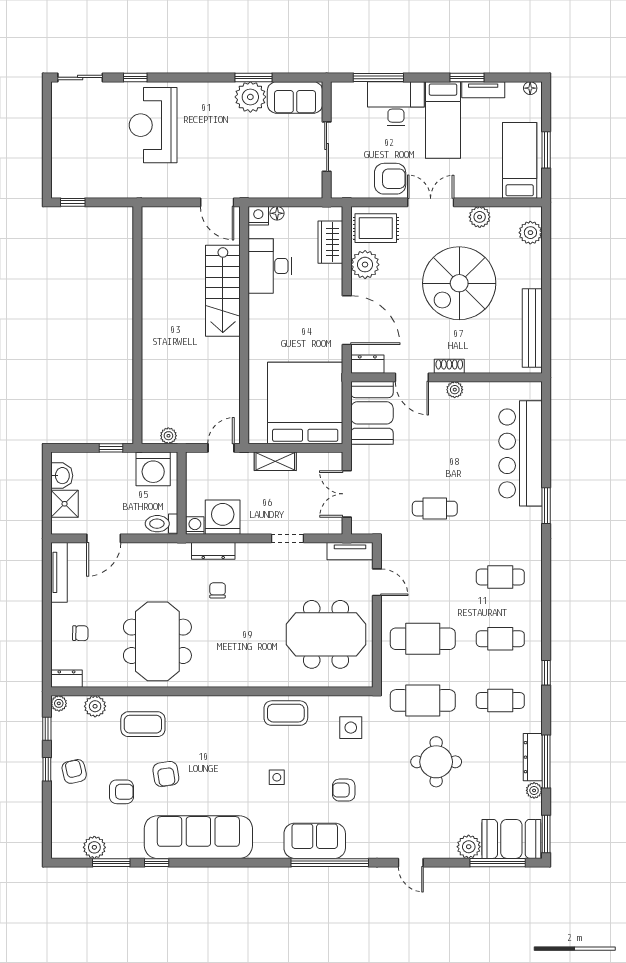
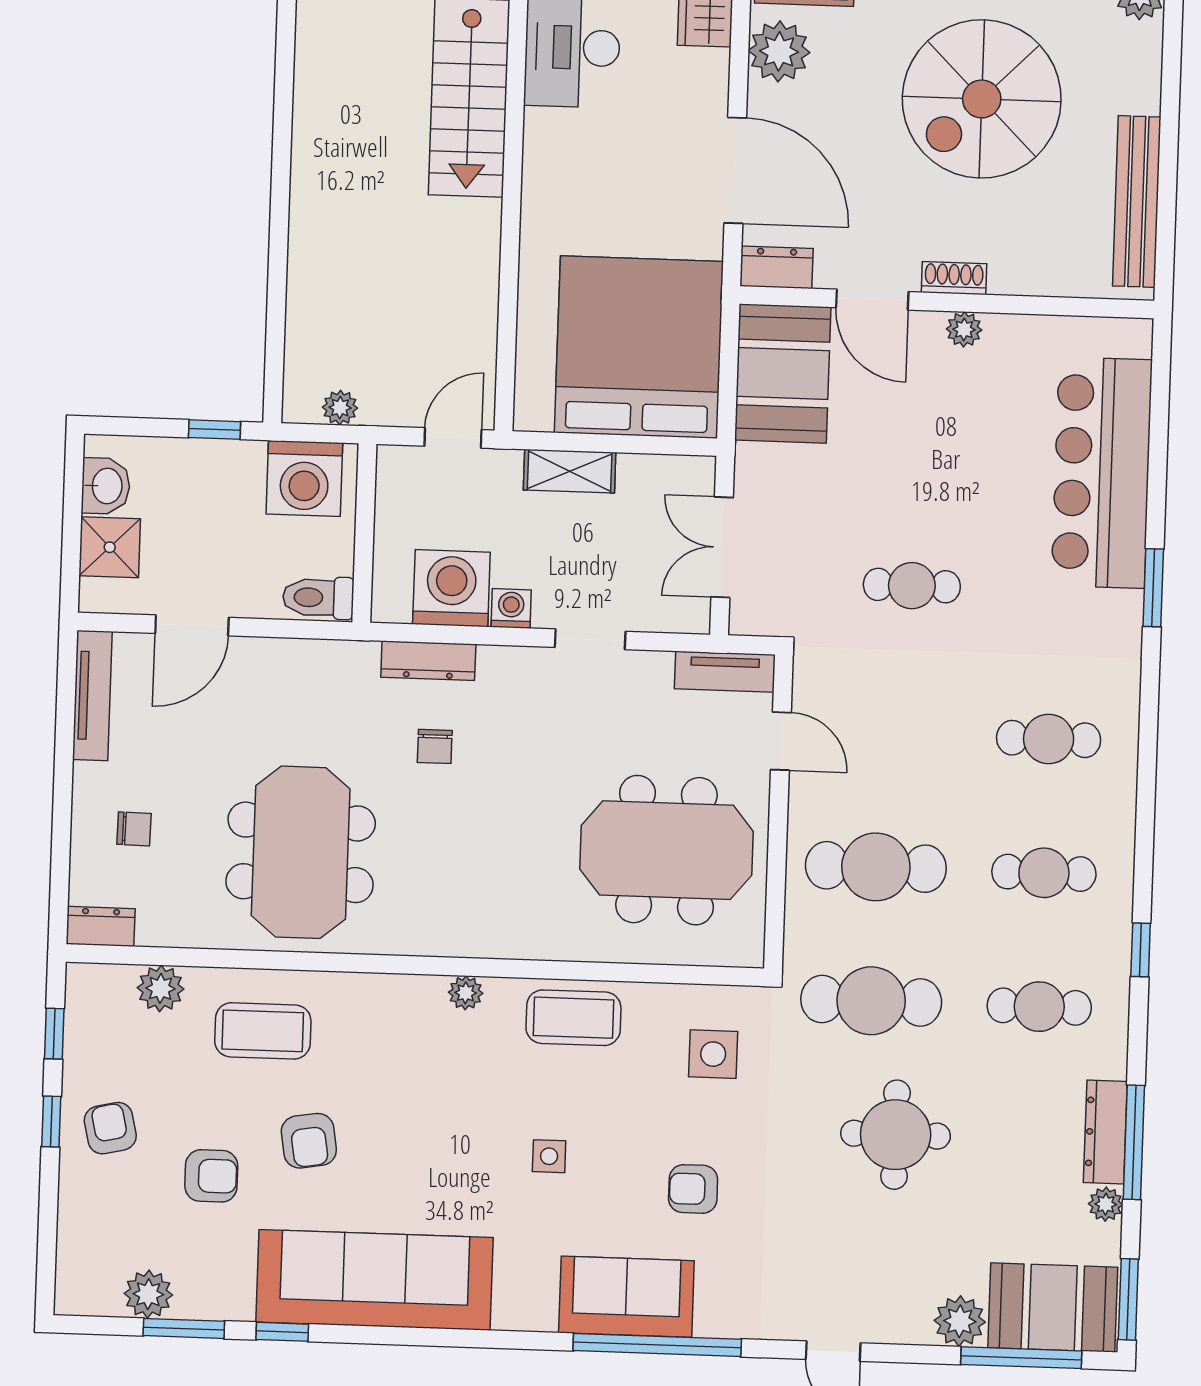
washing machine: (195, 526) -> (511, 608), moved
chair: (218, 590) -> (435, 746), turned 180
plant: (59, 703) -> (466, 993), moved

